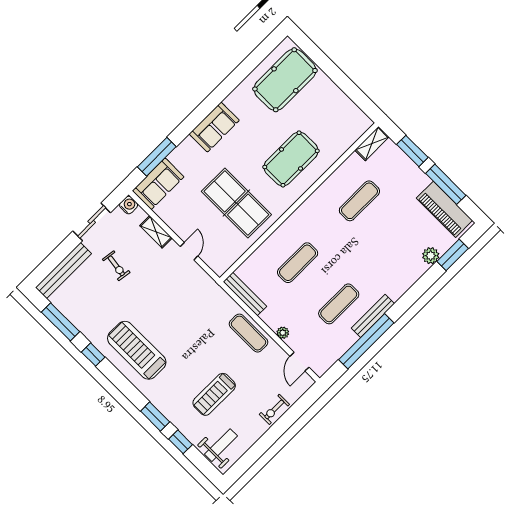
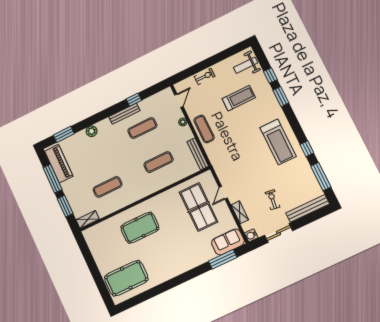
sofa: (214, 127) -> (180, 265), removed
table tennis table: (236, 203) -> (199, 207), moved
plant: (431, 256) -> (92, 131), moved
window: (366, 341) -> (134, 100), width x0.32

